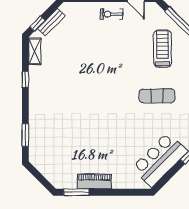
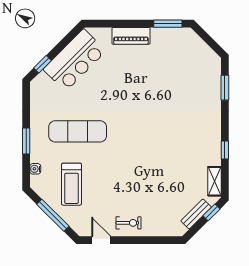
exercise mat: (157, 96) -> (78, 131), width x1.36, depth x1.45
piano: (94, 181) -> (131, 36), moved

